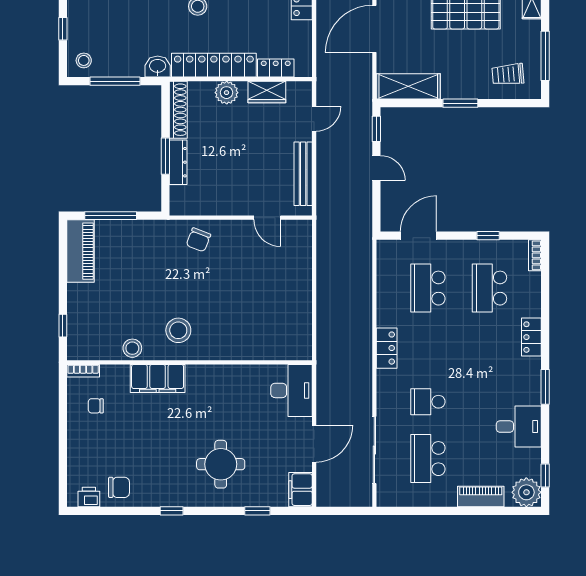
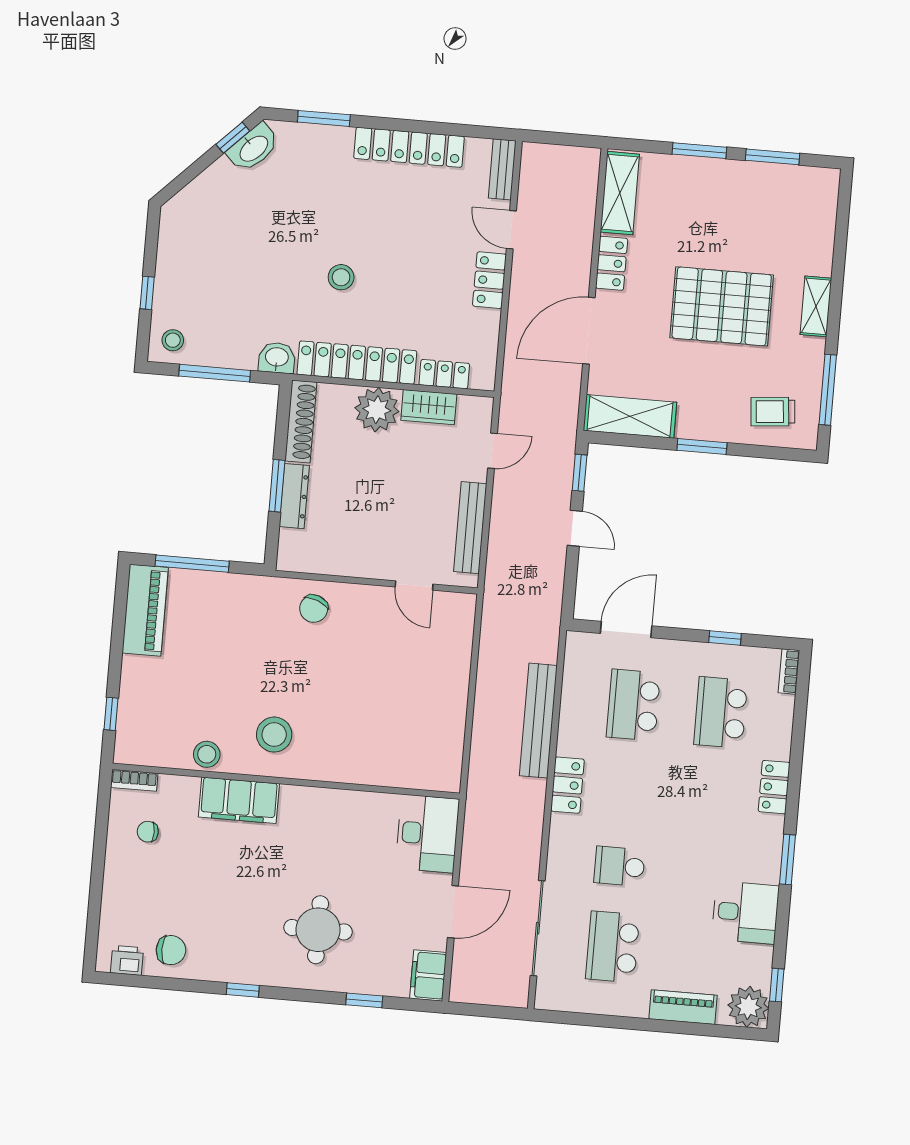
plant: (227, 93) -> (377, 410), width x1.36, depth x1.36
bench: (362, 305) -> (538, 721), added

